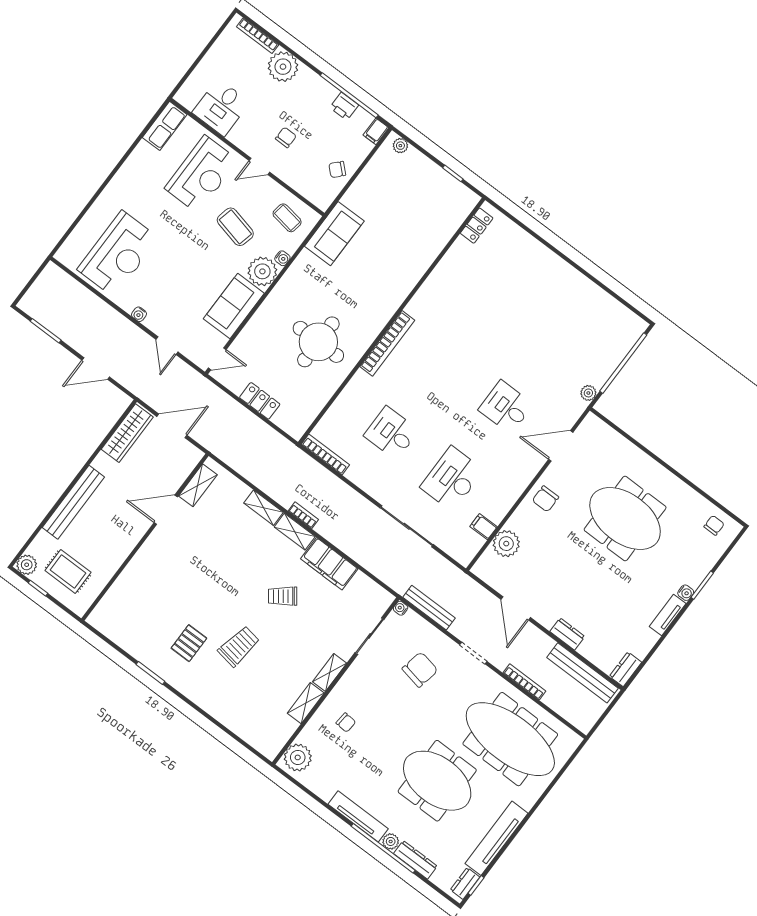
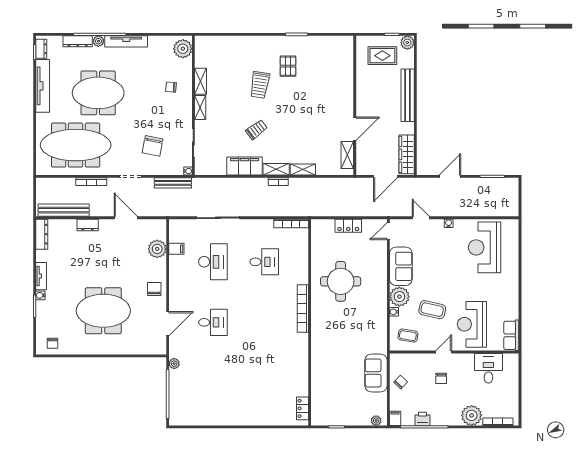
sofa: (334, 234) -> (376, 373), moved
dresser: (625, 669) -> (42, 234), width x1.44

